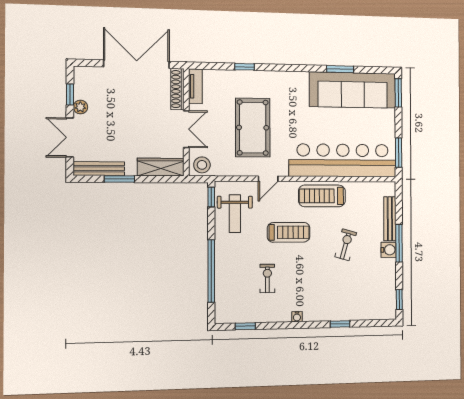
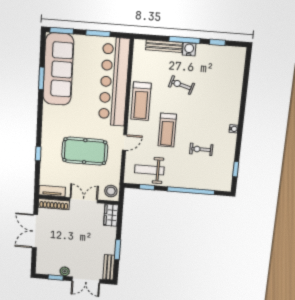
double door: (137, 64) -> (35, 231), width x0.73
window: (399, 153) -> (98, 33), moved
wardrobe: (161, 167) -> (111, 215), width x0.67
bench: (99, 169) -> (109, 267), width x0.73
door: (268, 179) -> (125, 143), hinge flipped
window: (211, 197) -> (147, 187), moved
weight bench: (235, 214) -> (149, 170), turned 180
treadmill: (289, 232) -> (167, 130), turned 180
window: (399, 300) -> (217, 42), moved
window: (340, 324) -> (244, 95), removed

